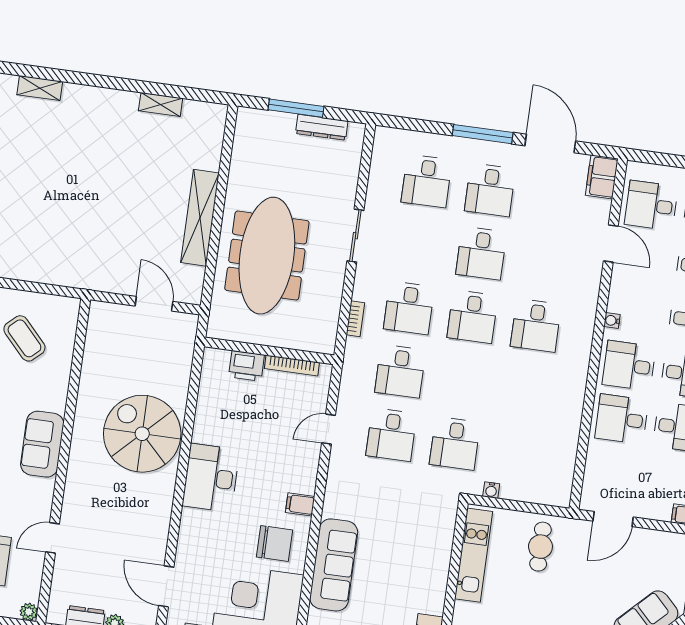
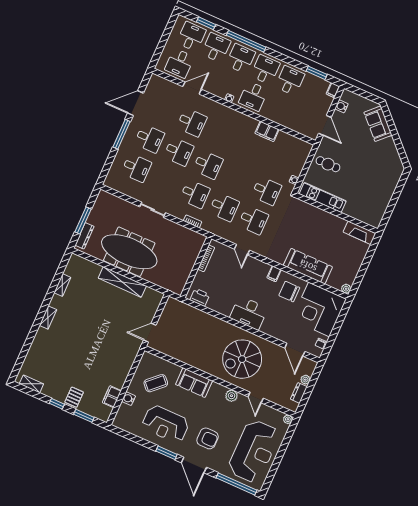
shelving: (40, 88) -> (48, 317), moved
dresser: (322, 127) -> (85, 236), moved
filing cabinet: (602, 177) -> (267, 131), moved
meeting table: (267, 256) -> (129, 252), moved
door: (154, 304) -> (150, 333), moved
desk: (536, 325) -> (192, 122), moved
printer: (246, 366) -> (200, 297), moved, turned -90
desk: (622, 419) -> (278, 107), removed
spiral stairs: (142, 434) -> (242, 359), moved
sofa: (42, 444) -> (194, 383), moved
plant: (43, 491) -> (231, 396), added
water cooler: (659, 540) -> (341, 106), added
chair: (274, 543) -> (289, 292), turned -90
door: (166, 586) -> (295, 350), hinge flipped

